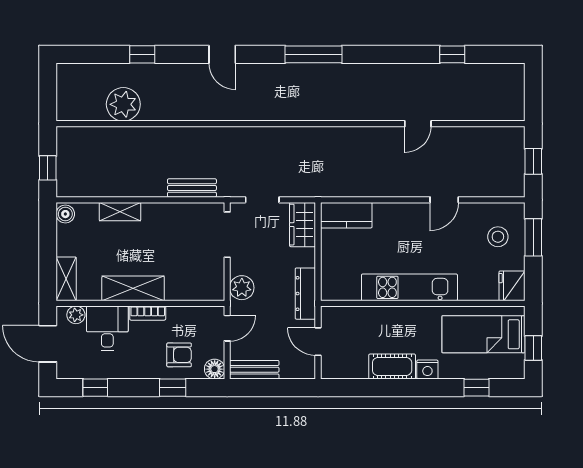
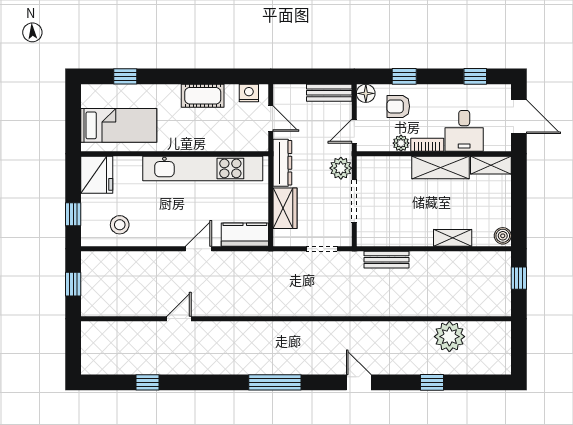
door: (444, 200) -> (198, 249), moved
wardrobe: (303, 225) -> (285, 208), moved
doorway: (227, 235) -> (354, 201), moved
stool: (498, 237) -> (120, 225), moved
window: (533, 237) -> (73, 214), width x0.67
shelving: (66, 279) -> (491, 165), moved, turned 90
fridge: (512, 286) -> (97, 175), width x1.36, depth x1.34
kitchen unit: (409, 287) -> (203, 168), width x1.36
plant: (76, 315) -> (401, 143), moved
window: (533, 348) -> (73, 113), removed
nightstand: (427, 369) -> (249, 93), moved

